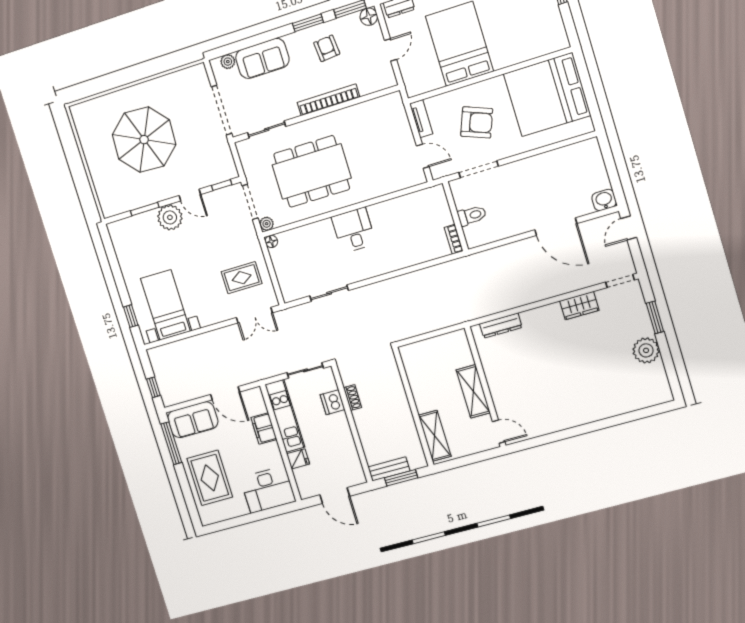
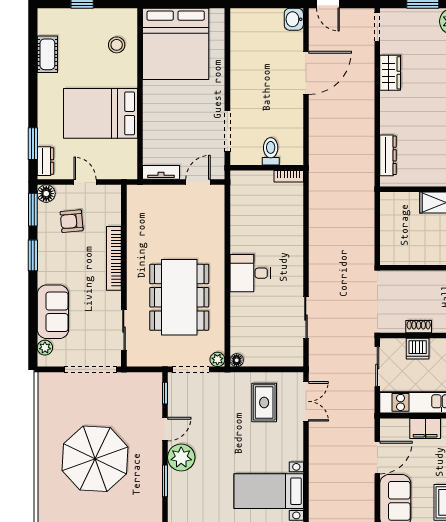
stool: (529, 38) -> (117, 45), added
armchair: (327, 48) -> (72, 221), moved
armchair: (477, 122) -> (181, 119), removed

